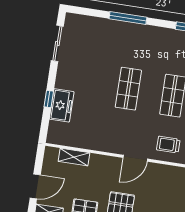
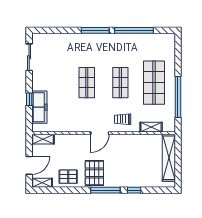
window: (128, 18) -> (95, 30), moved
freezer: (62, 105) -> (39, 107), width x1.40
shelving: (74, 157) -> (43, 139), moved

